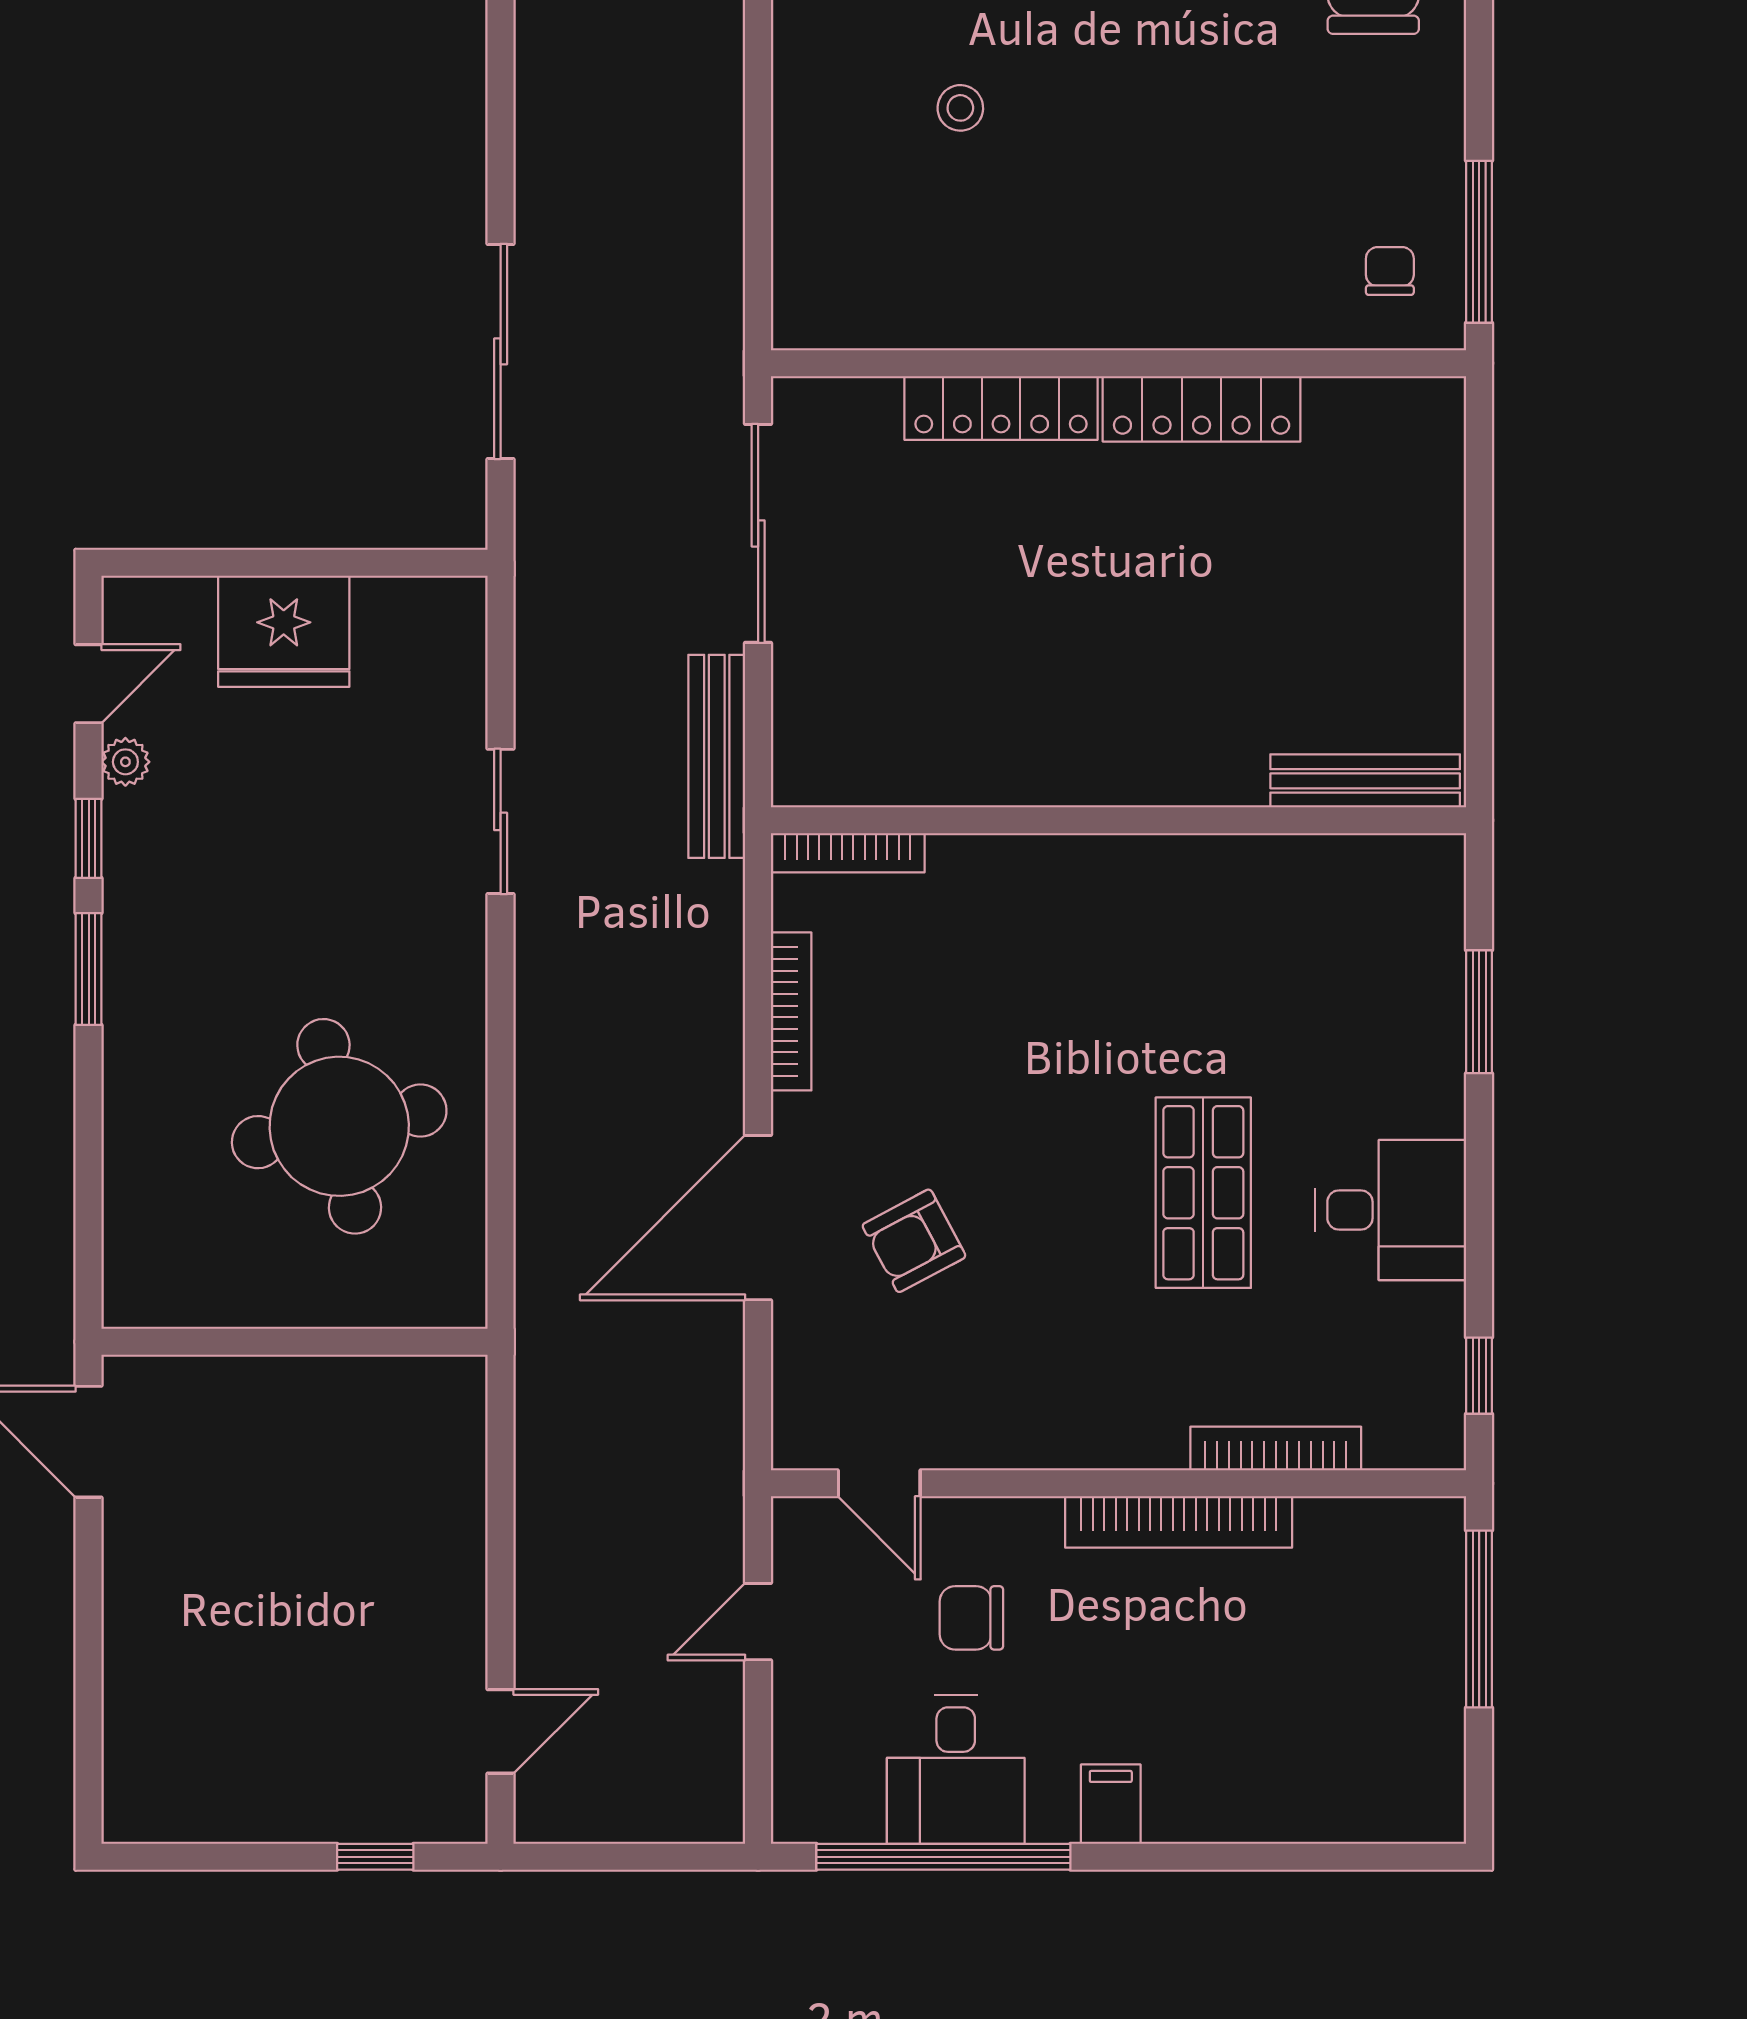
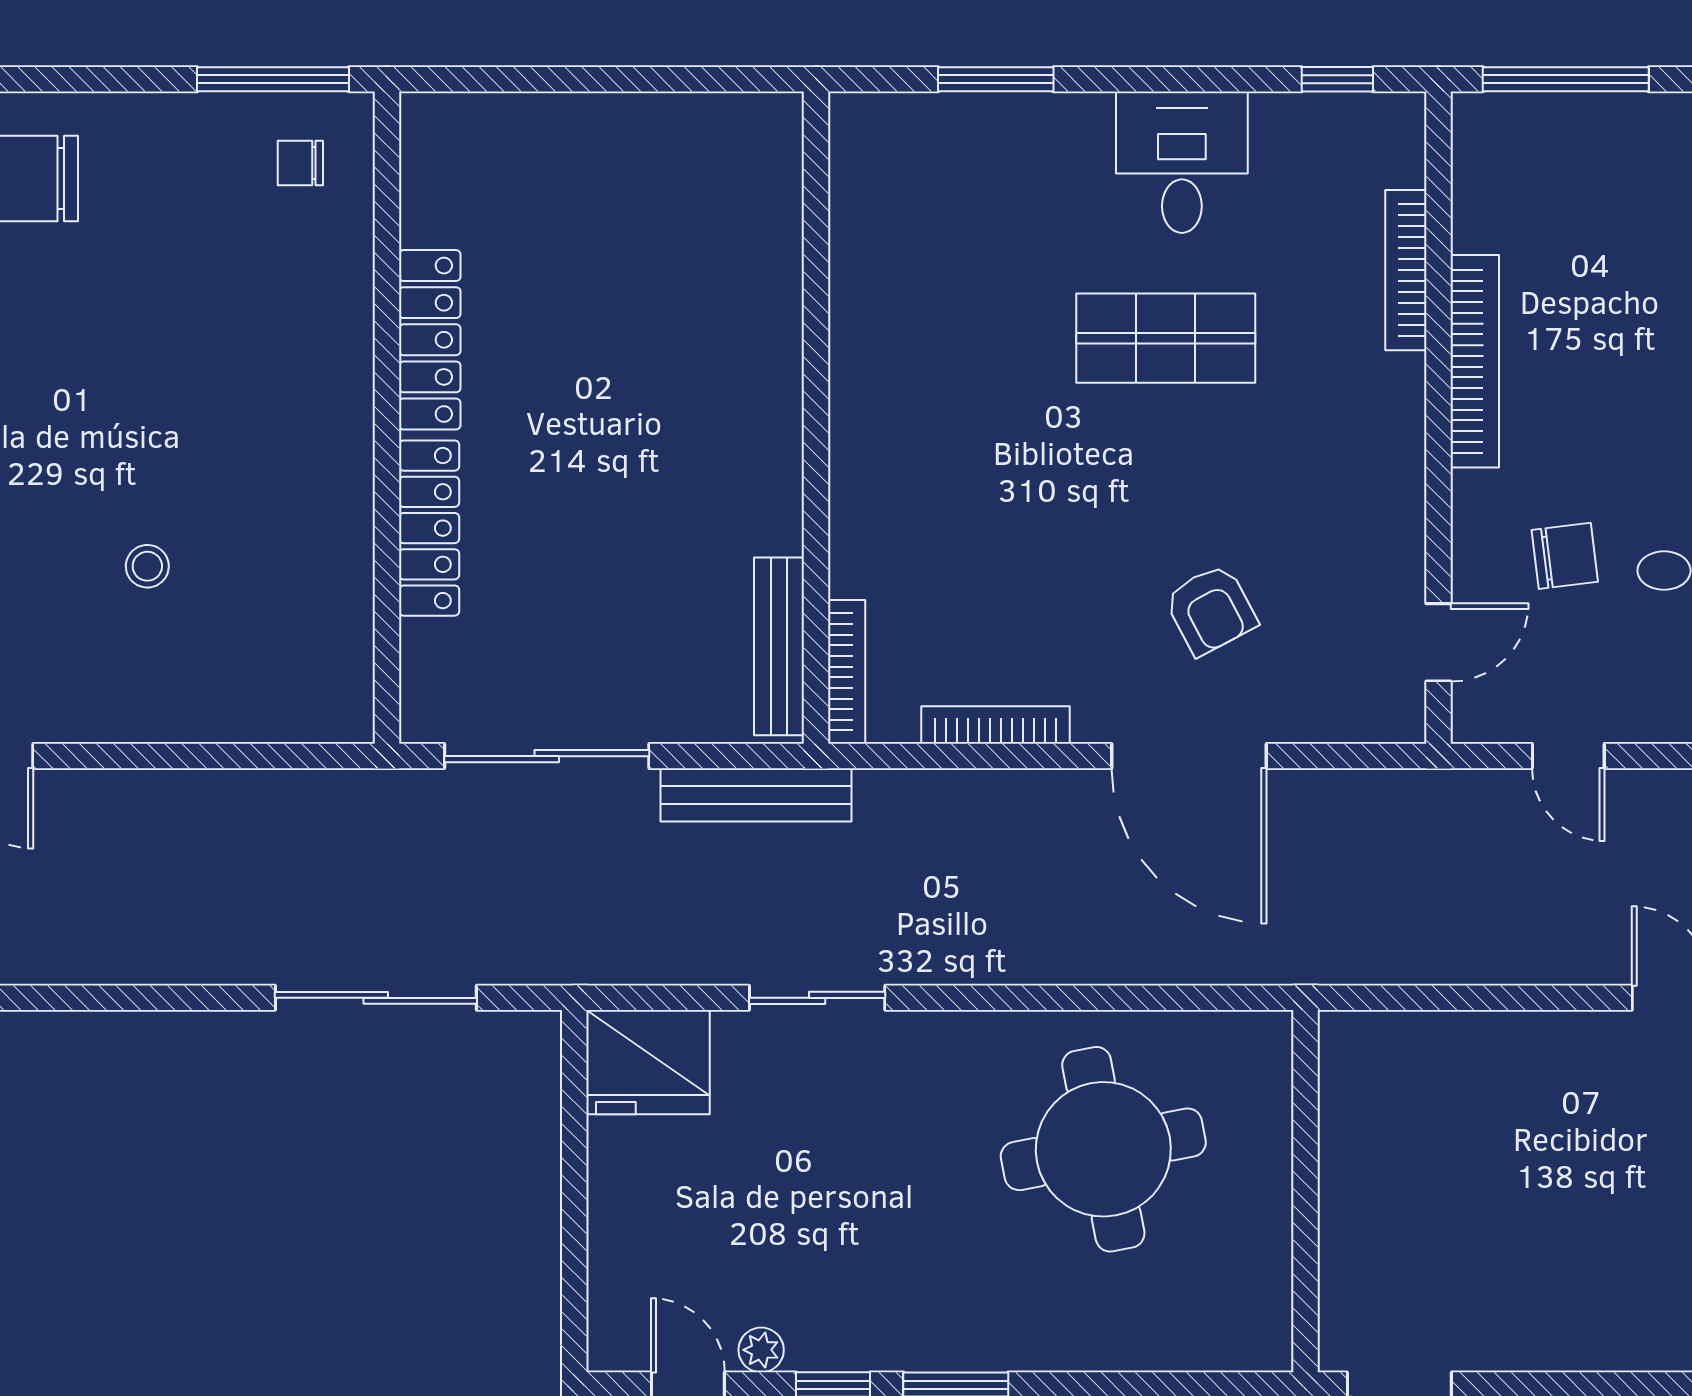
fridge: (284, 631) -> (648, 1062), moved, turned 90
bench: (1365, 781) -> (779, 646), moved
chair: (971, 1618) -> (1565, 556), turned -97

